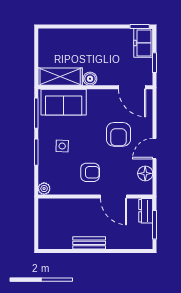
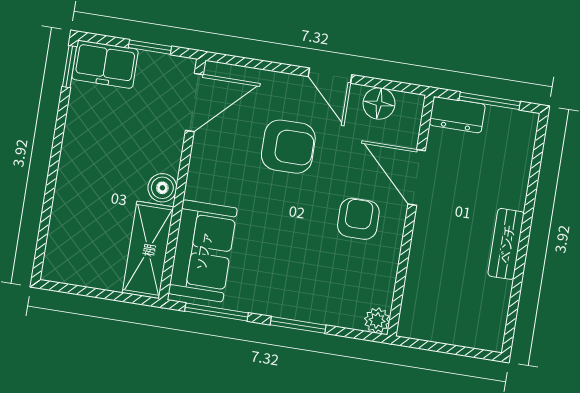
side table: (62, 146) -> (294, 268), removed
door: (114, 196) -> (417, 177), swing flipped

